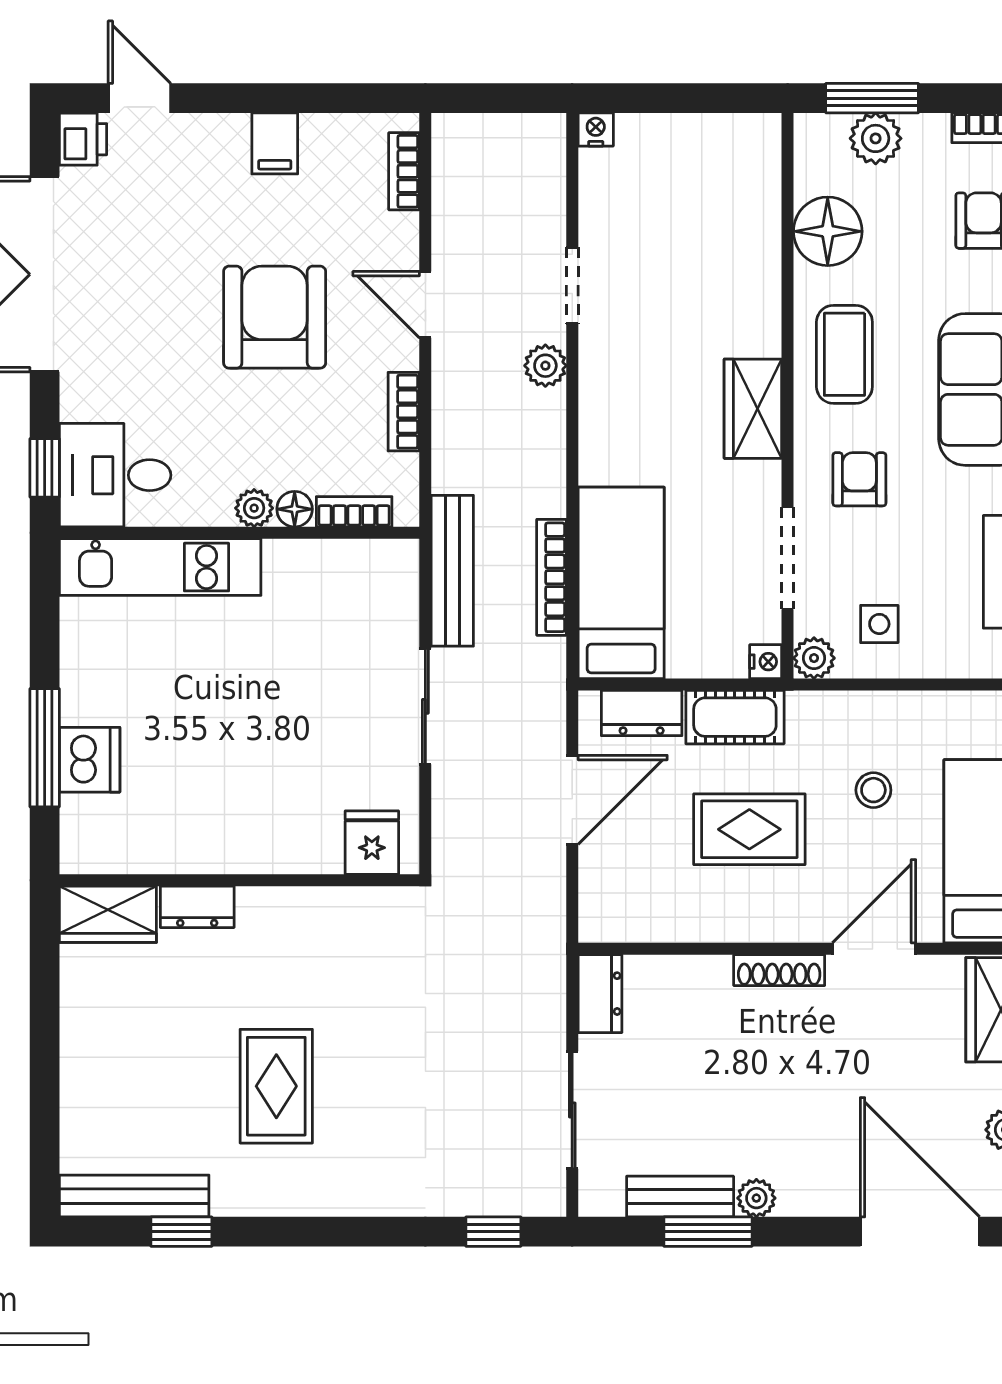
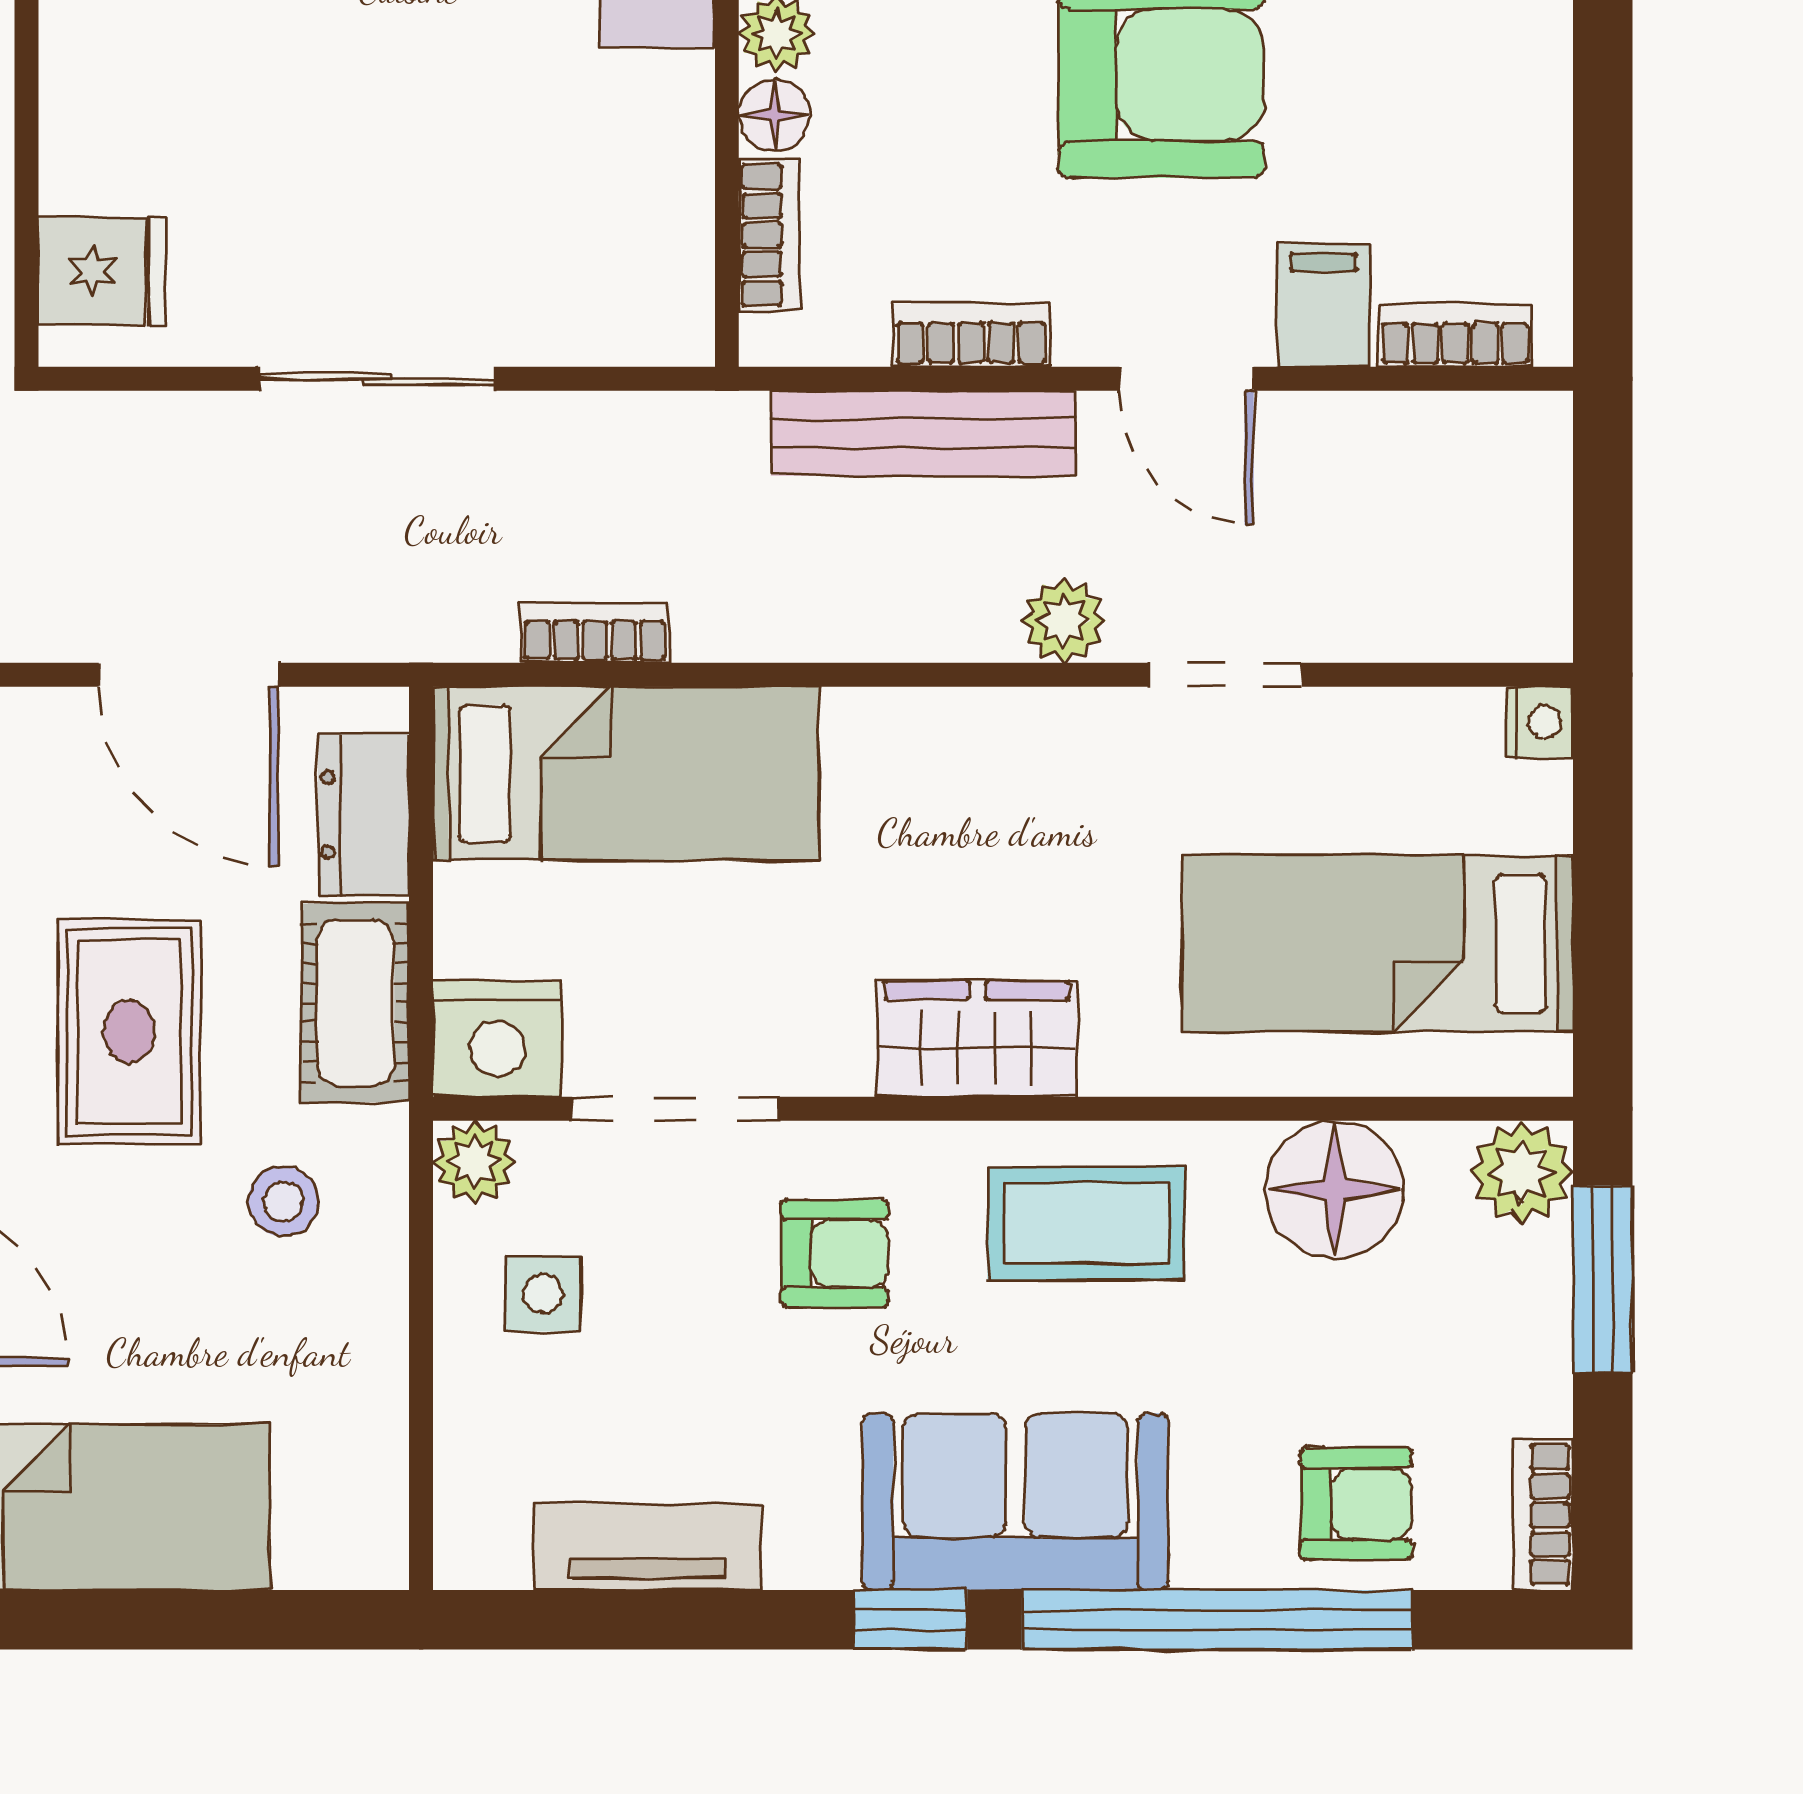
plant: (876, 138) -> (1522, 1172), moved
filing cabinet: (275, 143) -> (1324, 305), moved, turned 90
bed: (706, 210) -> (1378, 943), added
door: (425, 305) -> (1187, 379), swing flipped
bench: (452, 571) -> (923, 433), moved
bookcase: (551, 577) -> (595, 633), width x0.64
nightstand: (766, 662) -> (497, 1039), width x1.89, depth x1.79
stool: (873, 790) -> (283, 1201), moved

